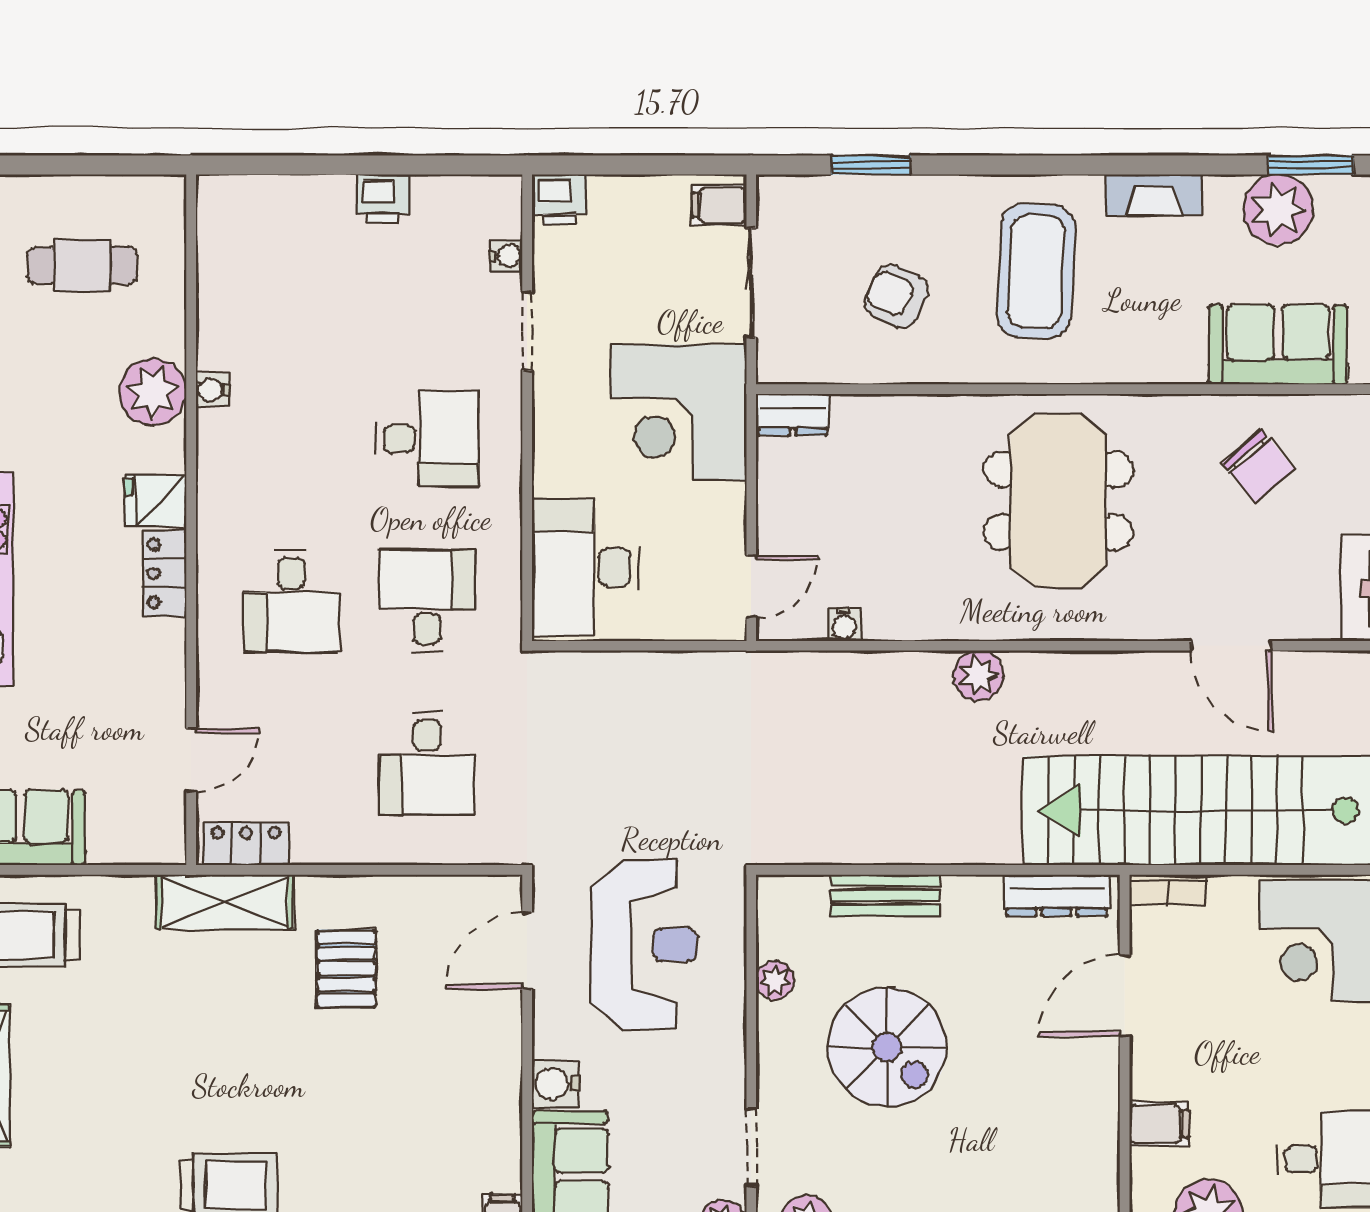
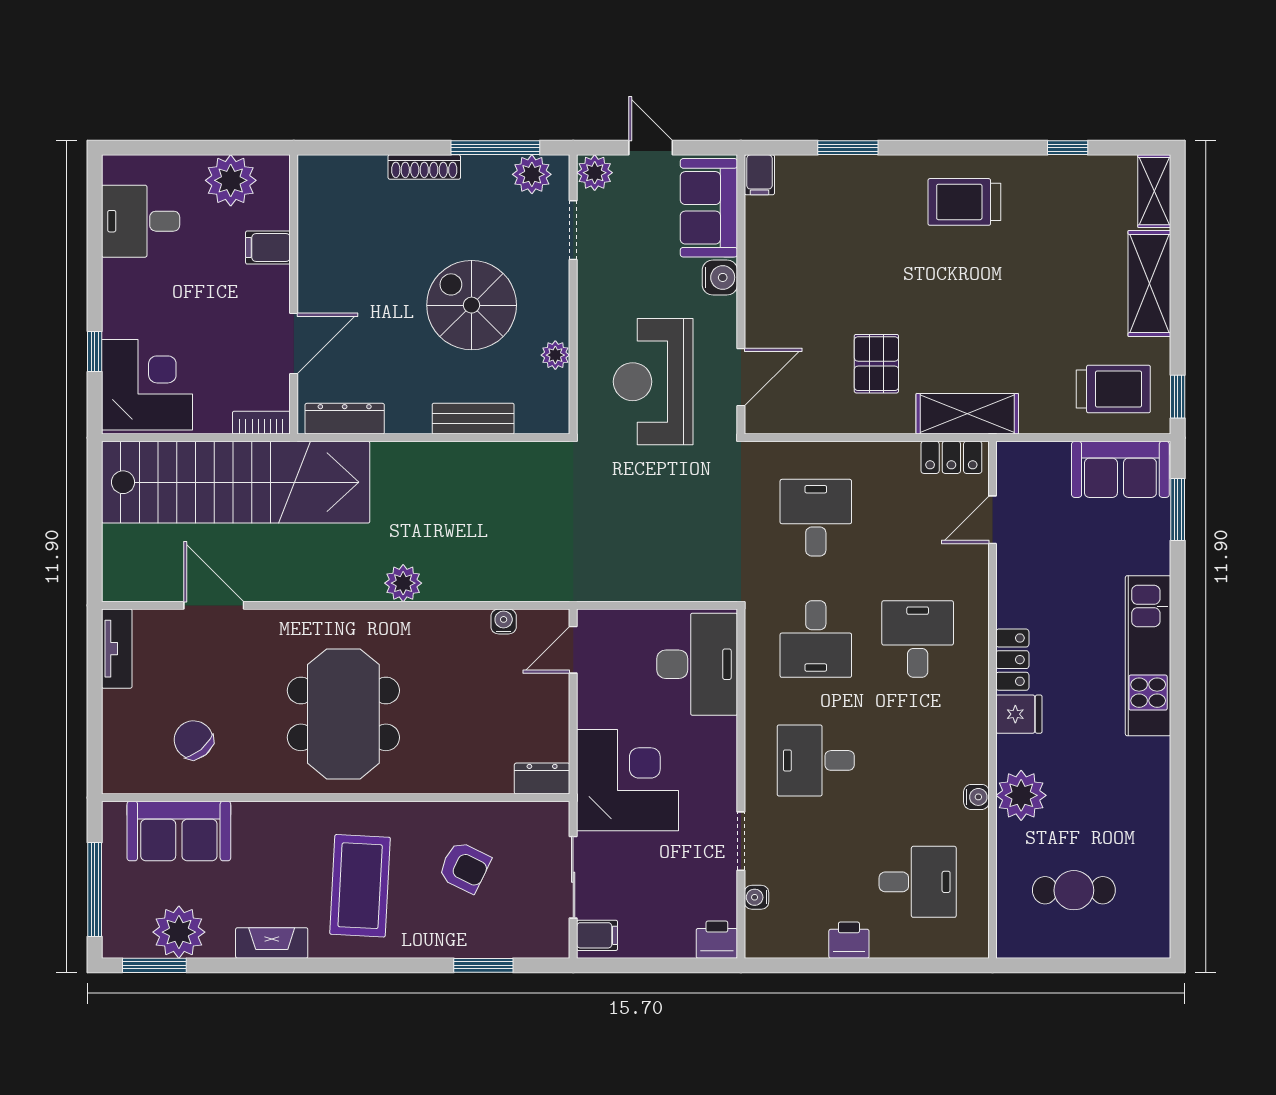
desk: (291, 277) -> (918, 882), added

